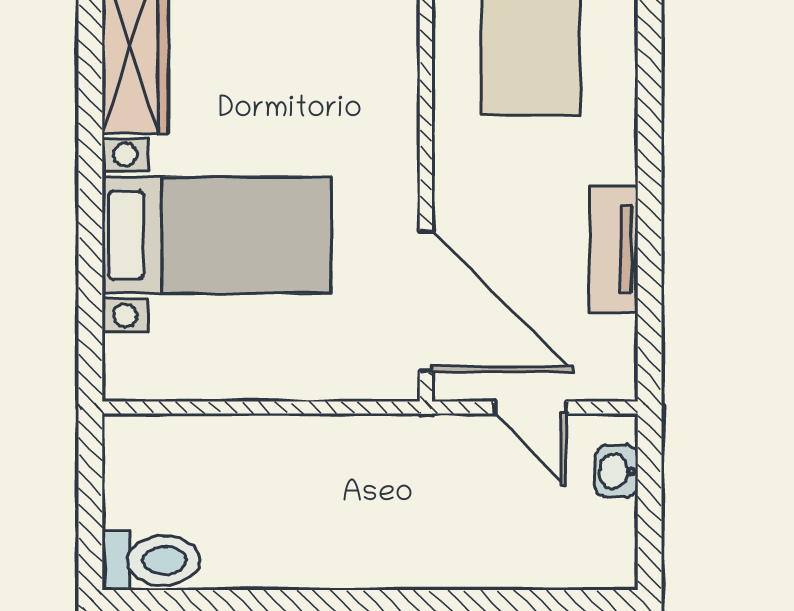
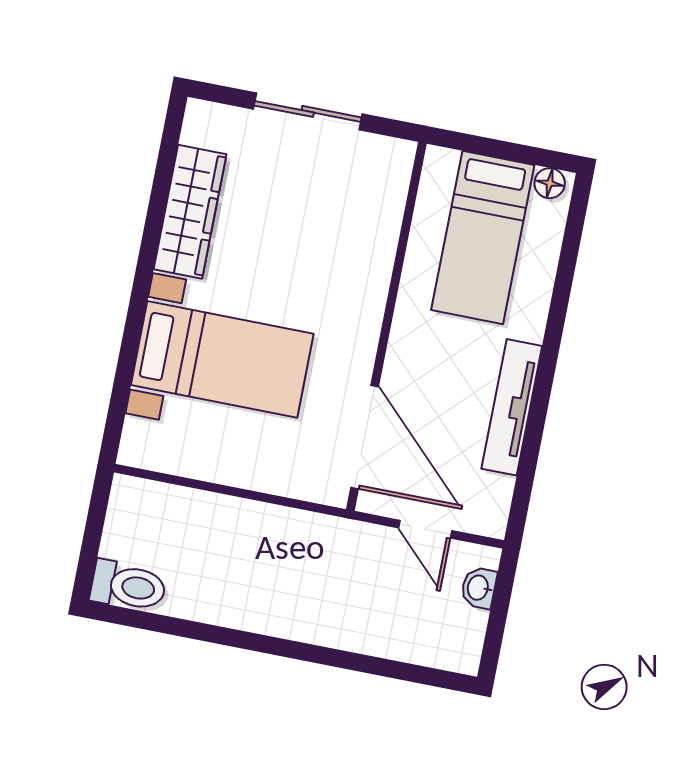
tv unit: (614, 249) -> (512, 407), width x1.41

